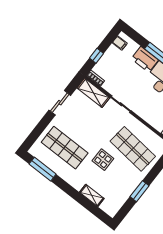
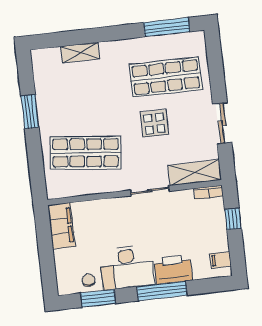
display table: (103, 160) -> (154, 123), moved

